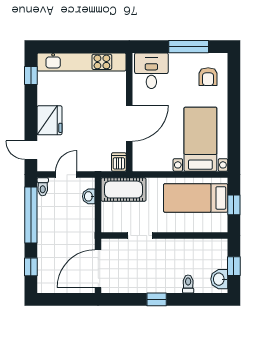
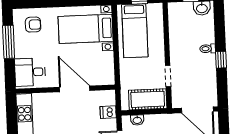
dishwasher: (119, 162) -> (108, 112), moved
cot: (123, 190) -> (148, 99), moved, turned 90
toilet: (188, 284) -> (208, 49), moved

